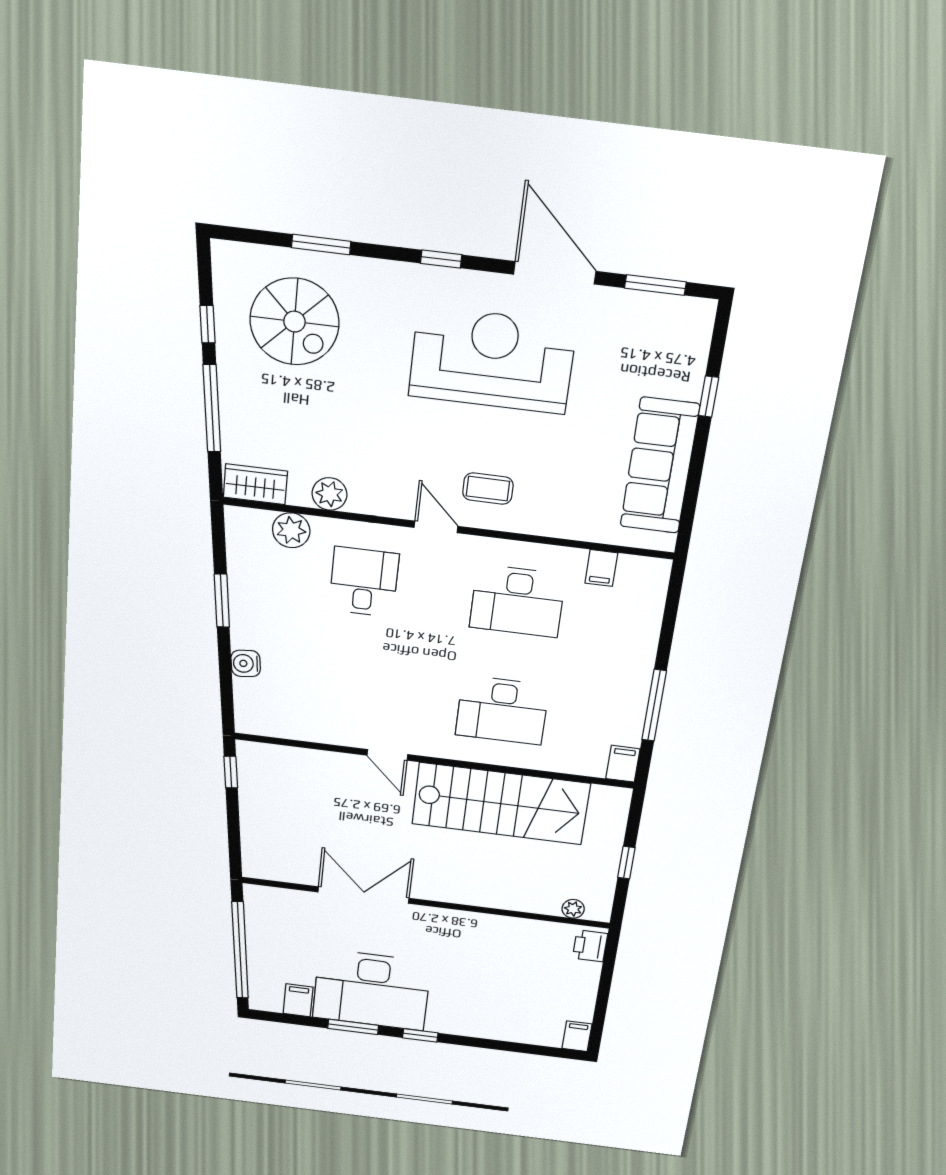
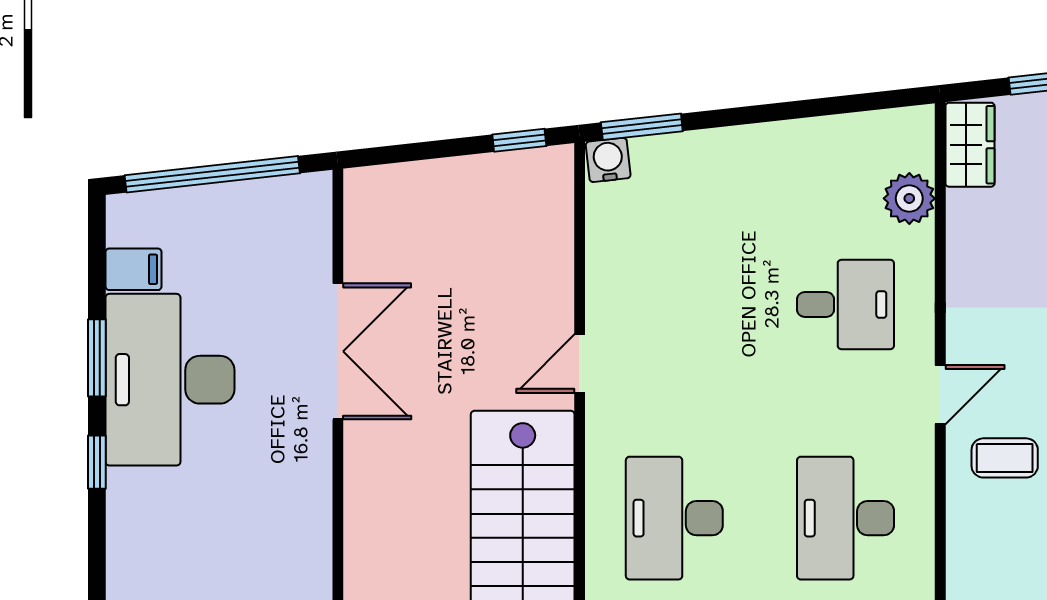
coffee table: (488, 489) -> (1005, 458), turned 90
plant: (330, 494) -> (969, 246), removed
window: (222, 601) -> (642, 127), moved
water cooler: (246, 663) -> (608, 160), moved

